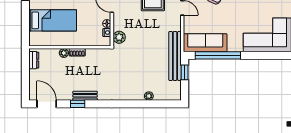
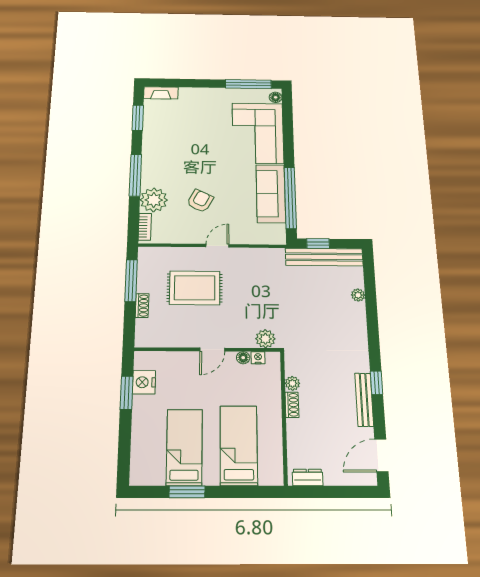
sofa: (205, 43) -> (271, 194), moved
plant: (64, 53) -> (292, 383), moved
bench: (175, 56) -> (324, 257), moved
bench: (85, 96) -> (364, 400), width x1.36
window: (78, 104) -> (376, 383), moved

